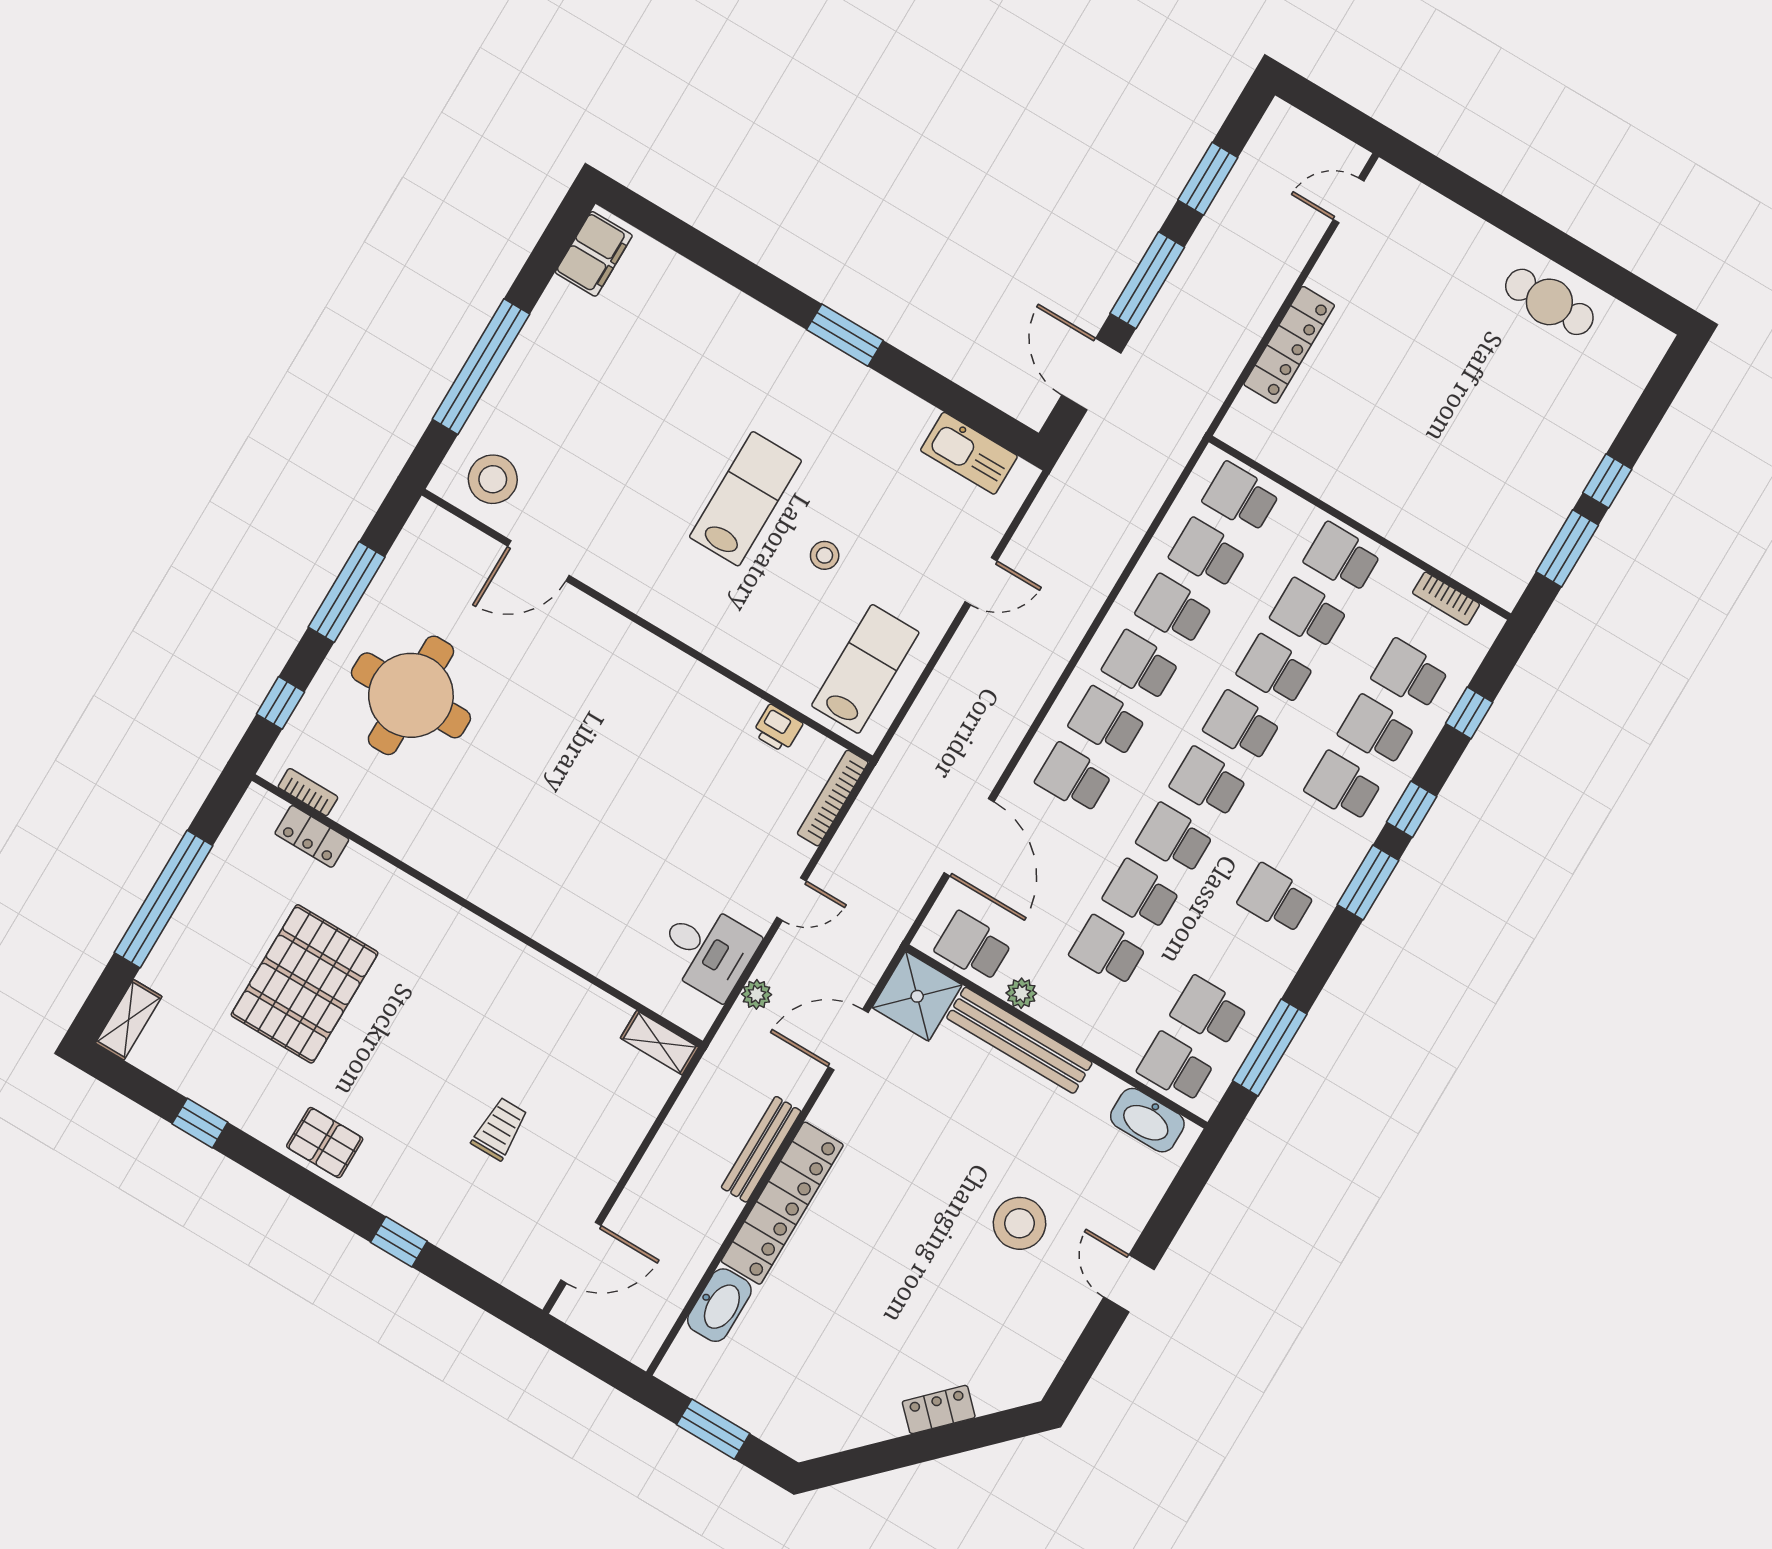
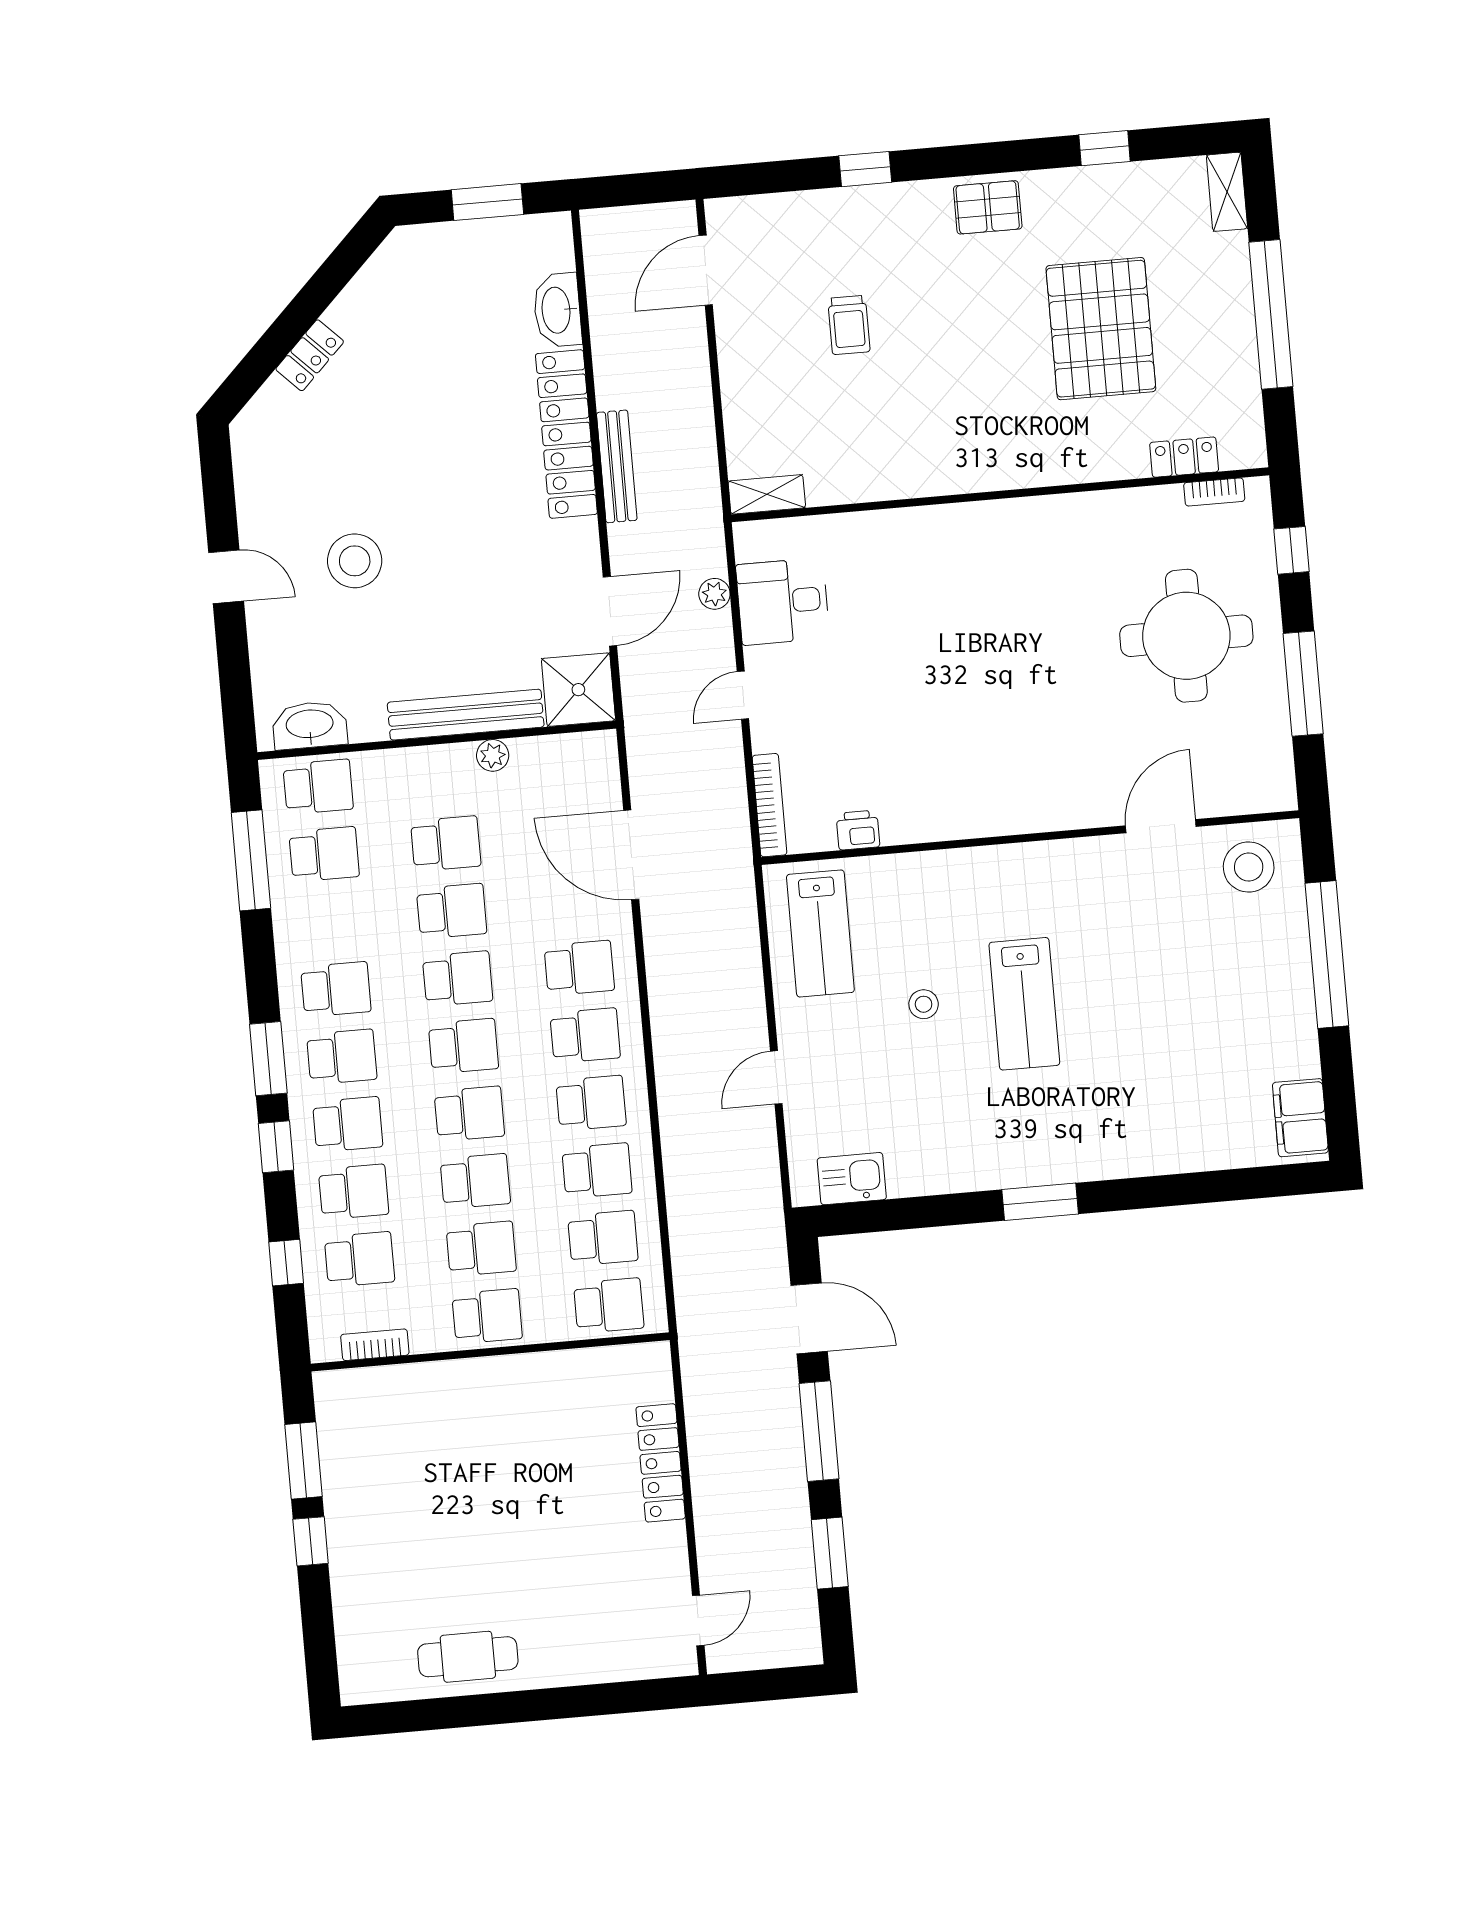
kitchen sink: (969, 453) -> (852, 1179), width x0.73
school desk: (973, 947) -> (342, 1057), moved

